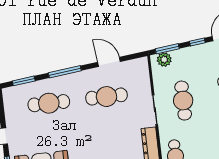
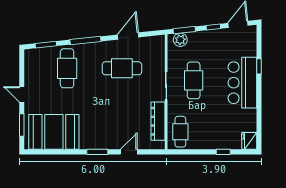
door: (109, 62) -> (128, 36), hinge flipped
cafe table: (49, 103) -> (67, 68), turned 90

